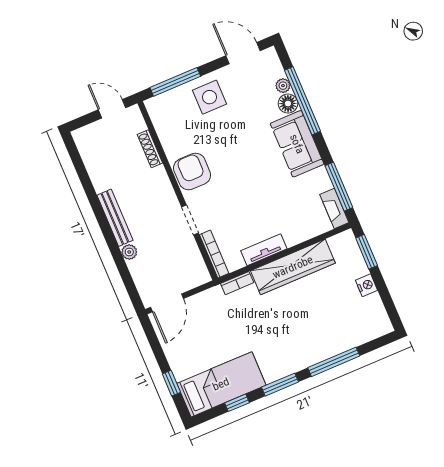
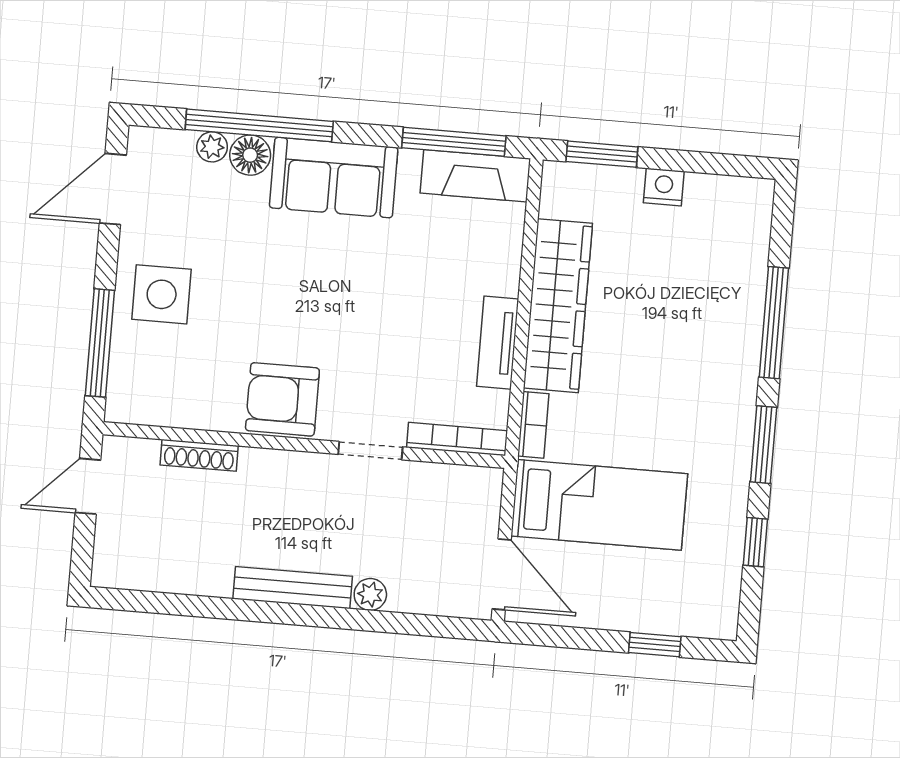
fireplace: (334, 208) -> (475, 176), width x1.37, depth x1.32
bed: (221, 384) -> (599, 505), moved, turned 90

